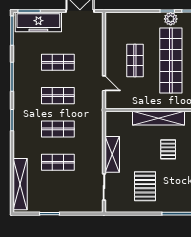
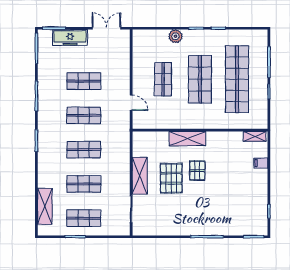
plant: (171, 19) -> (175, 36), moved
freezer: (38, 22) -> (70, 38), width x0.73, depth x0.79
shop shelf: (171, 60) -> (200, 79), width x0.71
shelving: (159, 118) -> (187, 139), width x0.68
shelving: (20, 184) -> (45, 206), width x0.68
pallet: (145, 186) -> (171, 178), moved
shop shelf: (58, 196) -> (84, 218), added

